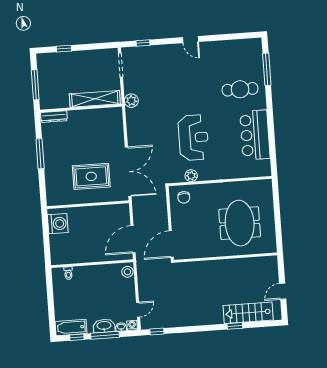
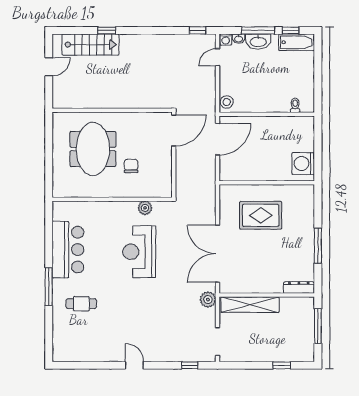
window: (267, 69) -> (49, 287), moved
cafe table: (240, 89) -> (81, 304), width x0.73, depth x0.74
double door: (128, 172) -> (218, 254), moved
chair: (184, 197) -> (131, 166), moved

